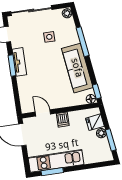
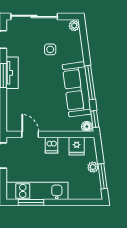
window: (83, 42) -> (90, 82), moved
fridge: (95, 122) -> (77, 146), moved, turned -82

